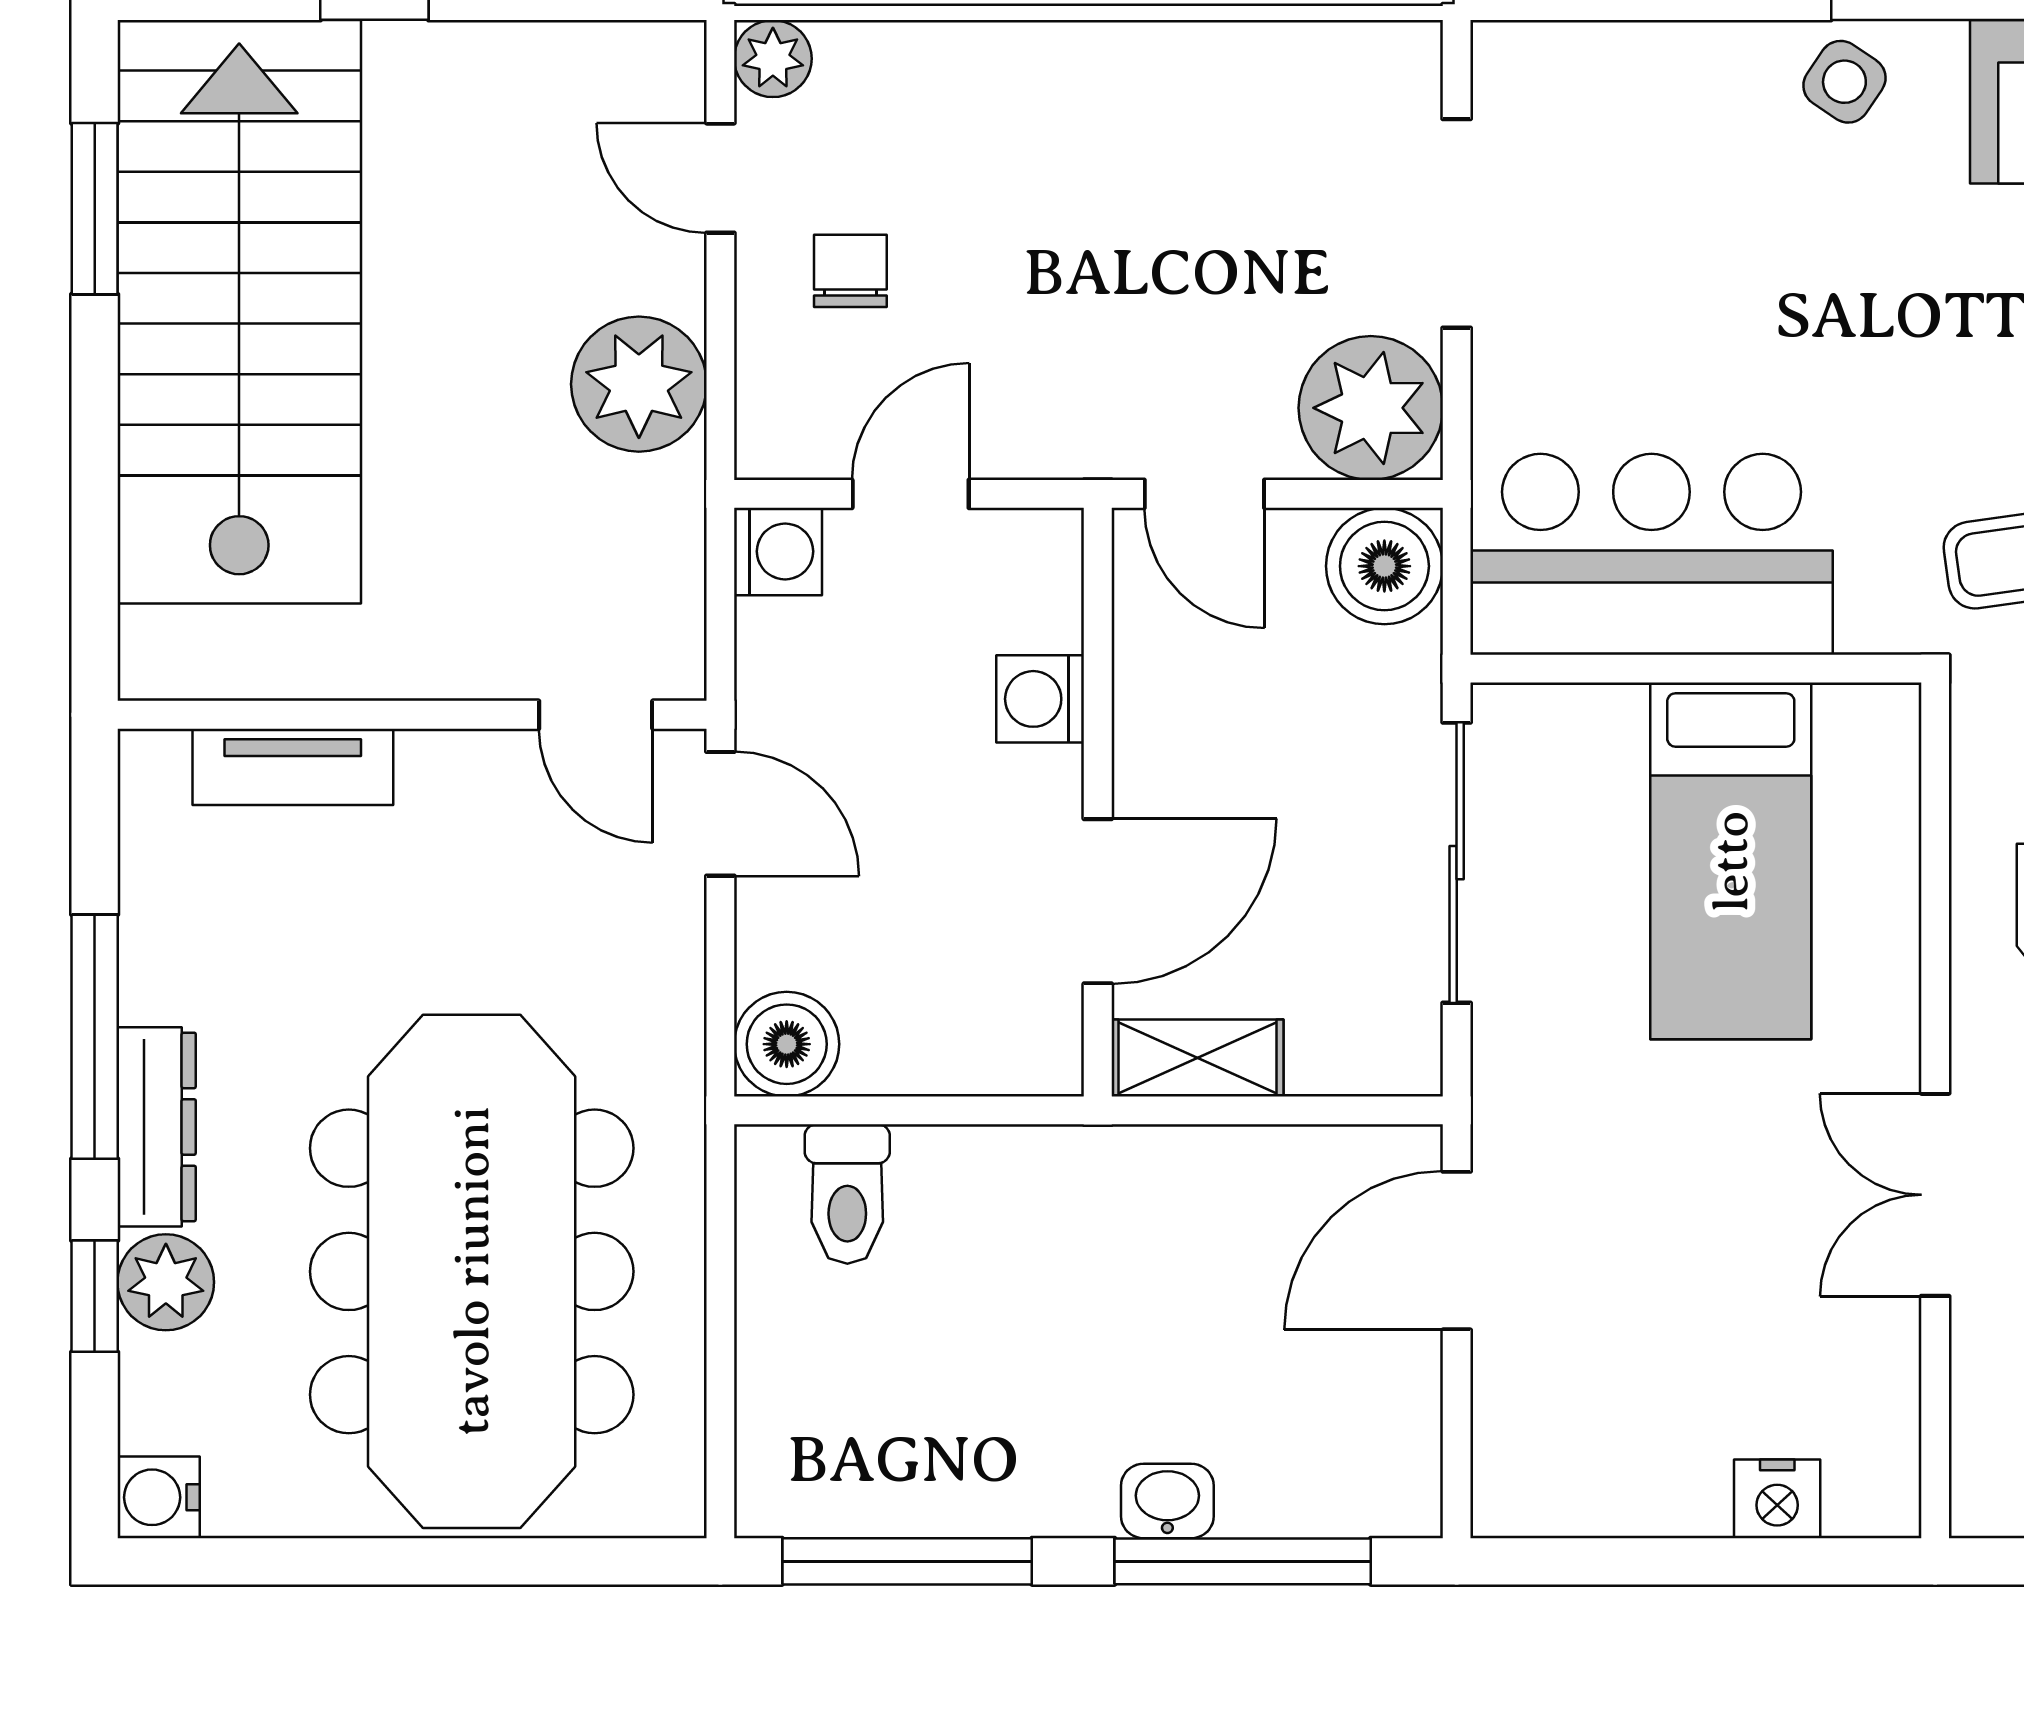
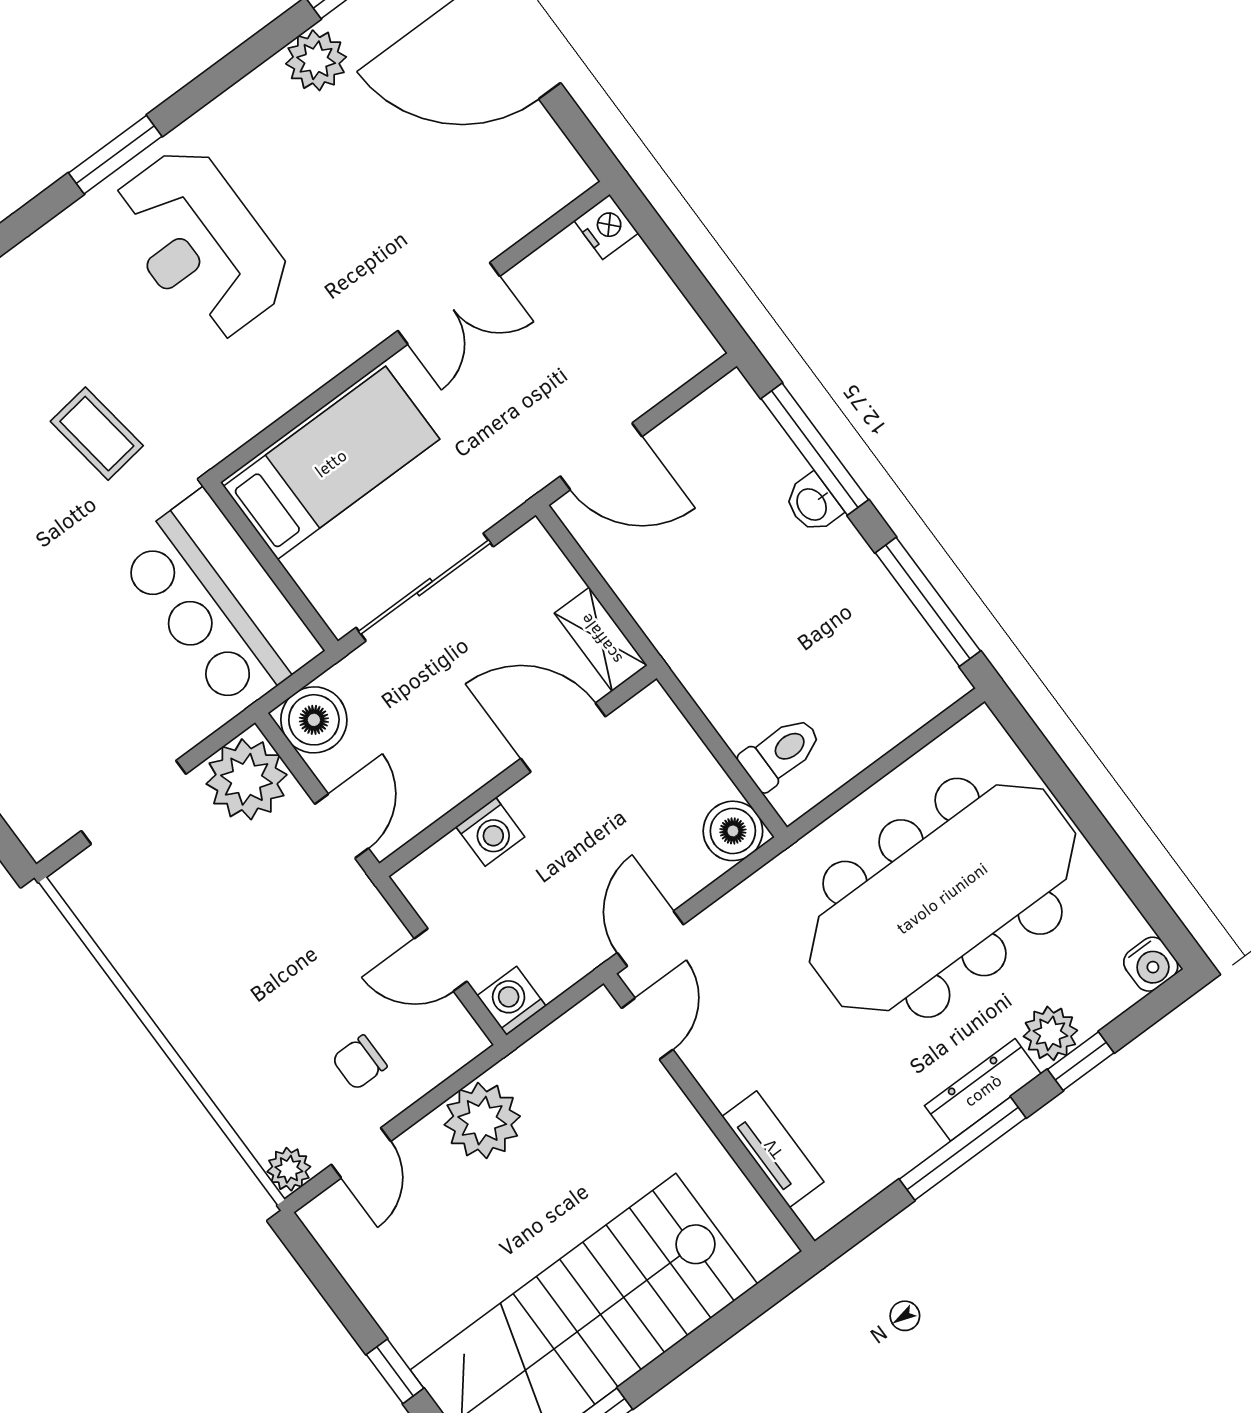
wall: (1935, 1110) -> (410, 332), moved
double door: (1935, 1195) -> (449, 303), moved

